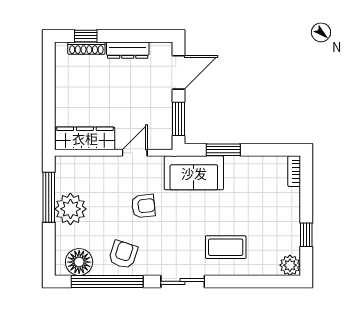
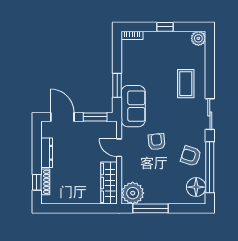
plant: (70, 209) -> (133, 193), moved
window: (306, 235) -> (165, 27), moved

